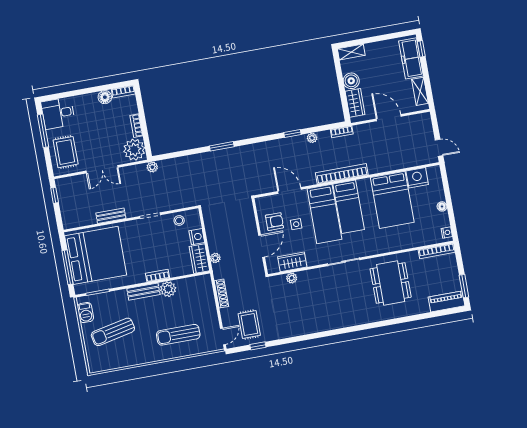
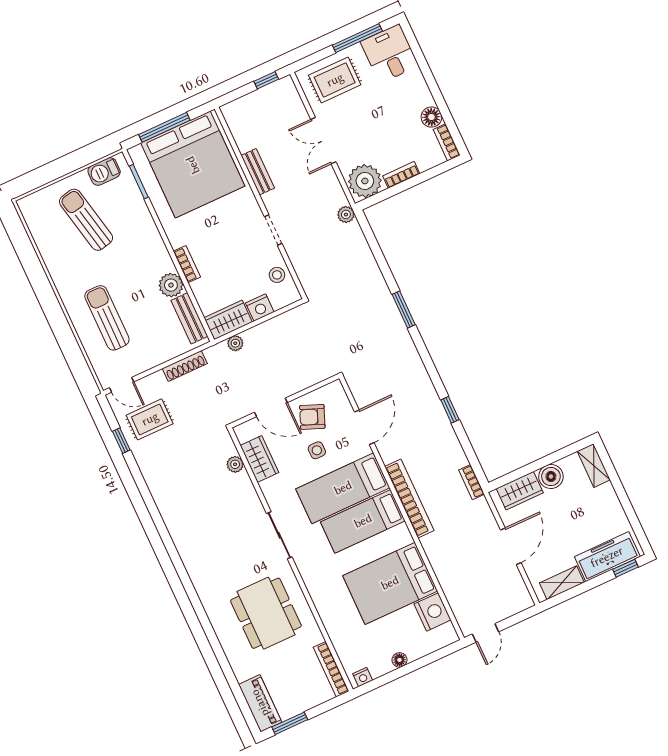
plant: (312, 138) -> (451, 440), removed
armchair: (274, 222) -> (312, 417), turned 112
dining table: (391, 283) -> (266, 613), turned 90
bench: (143, 292) -> (189, 318), moved

